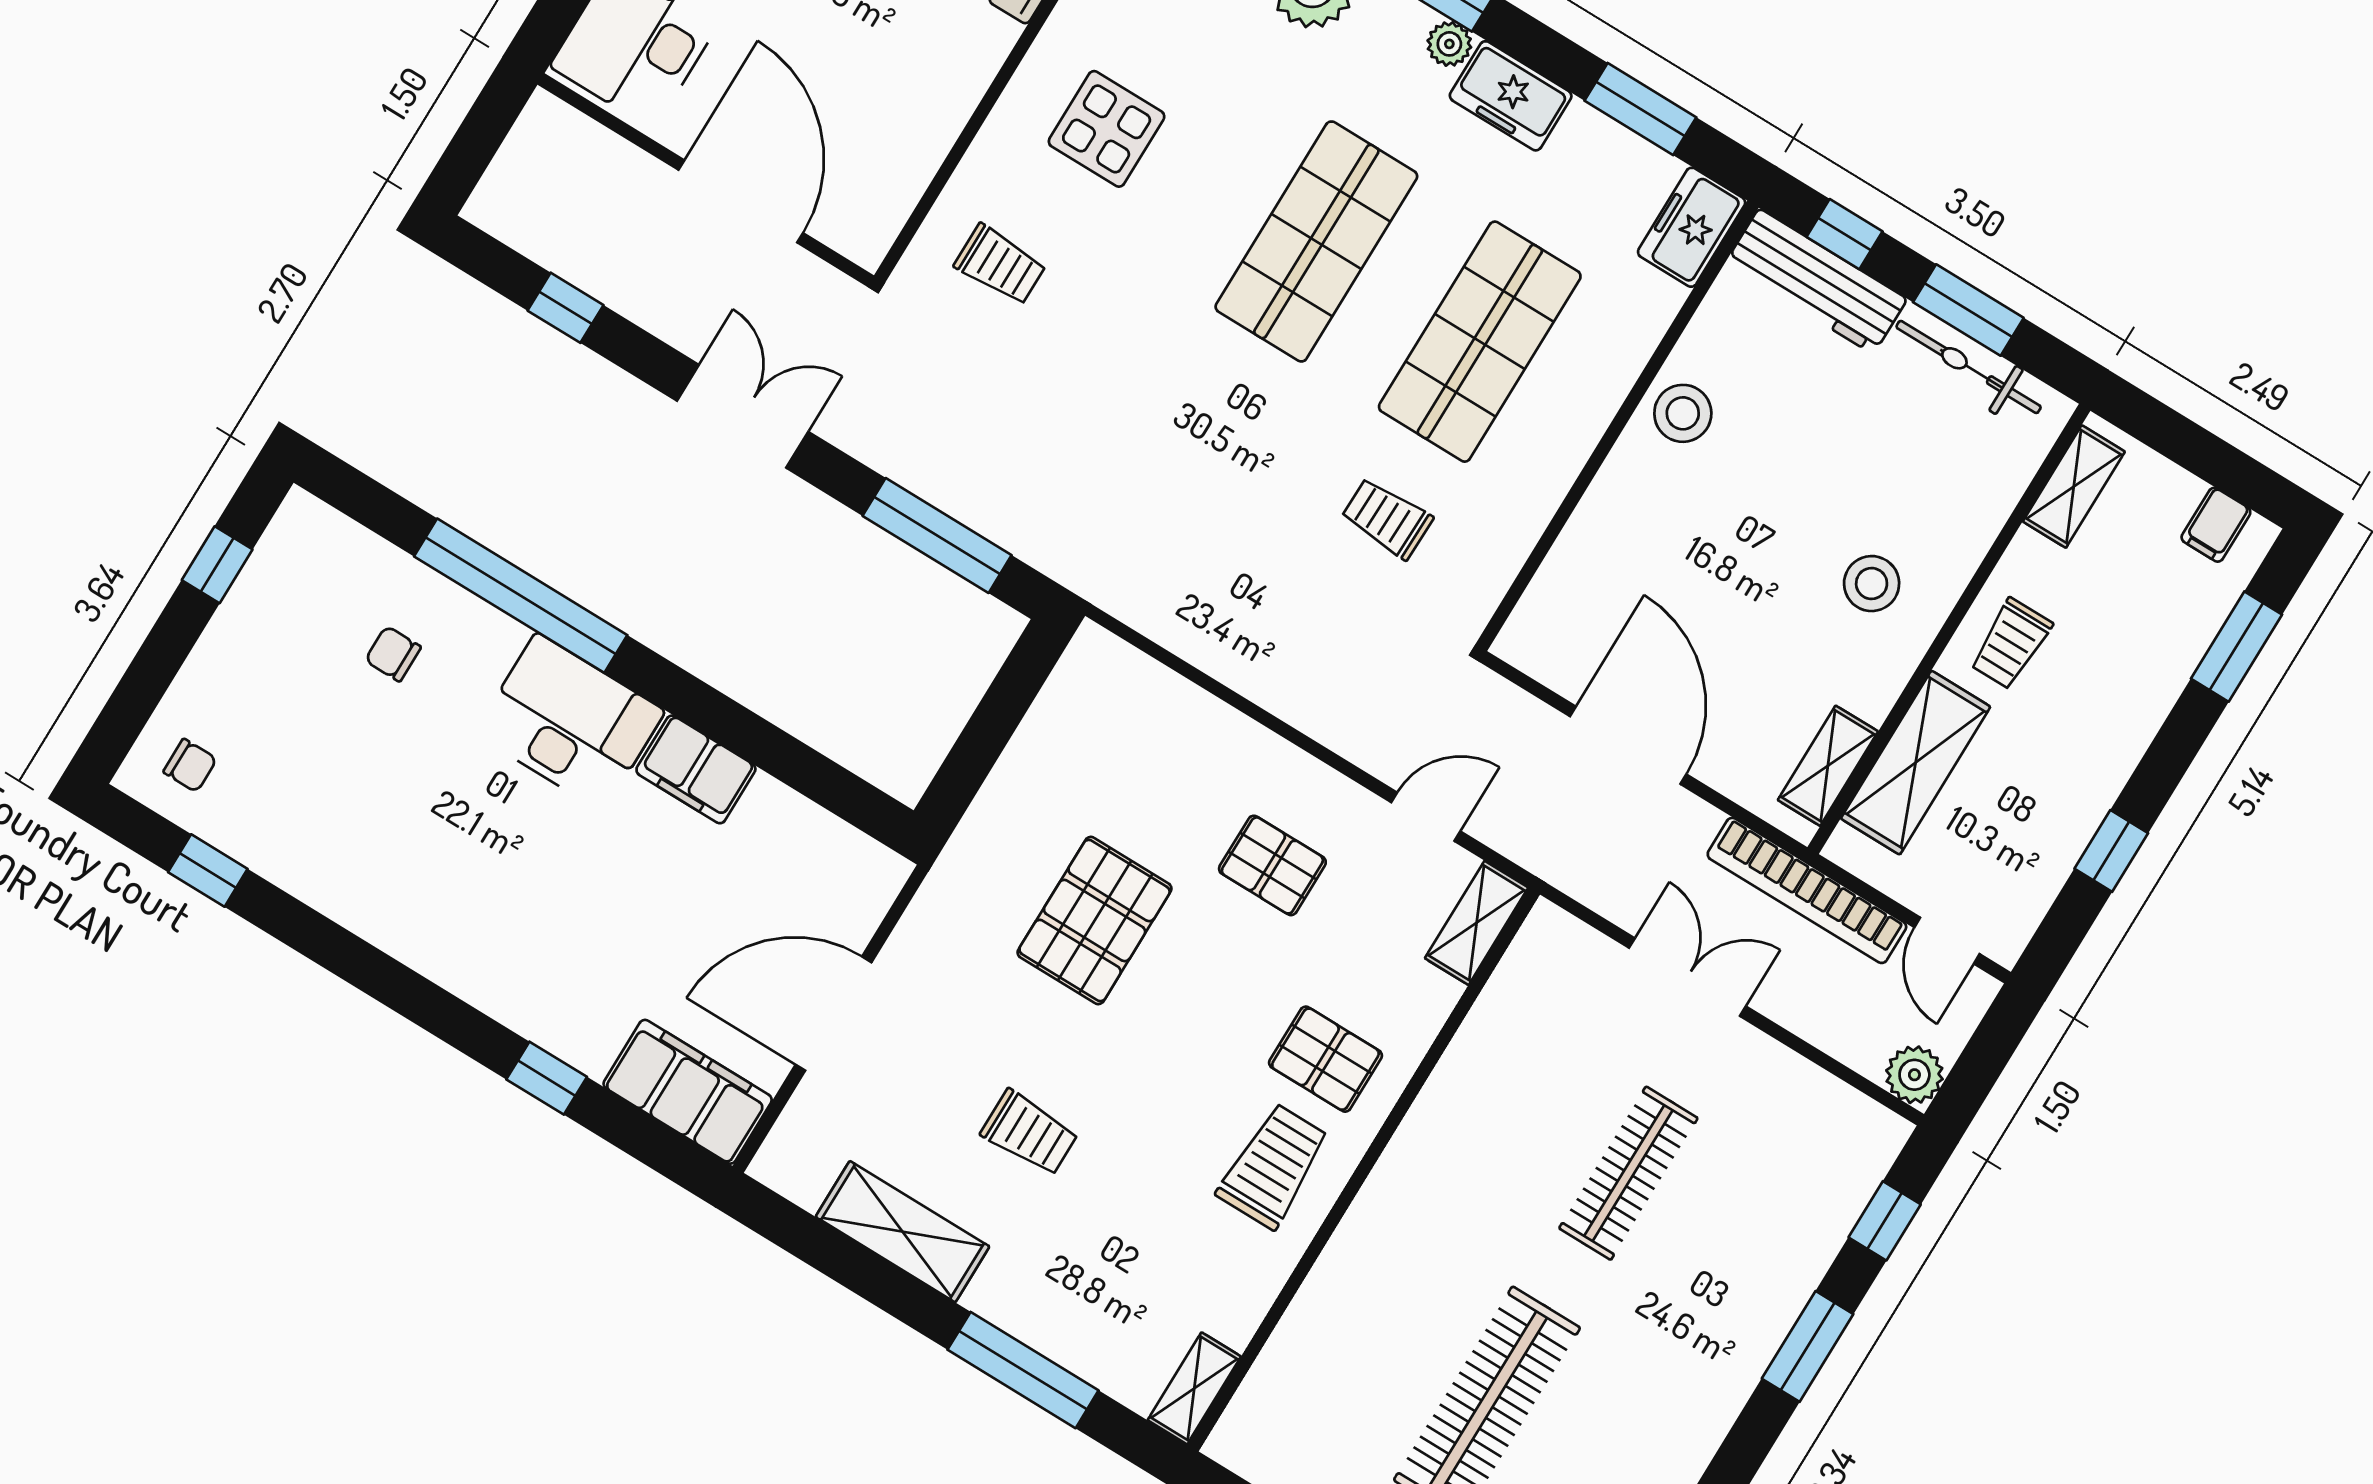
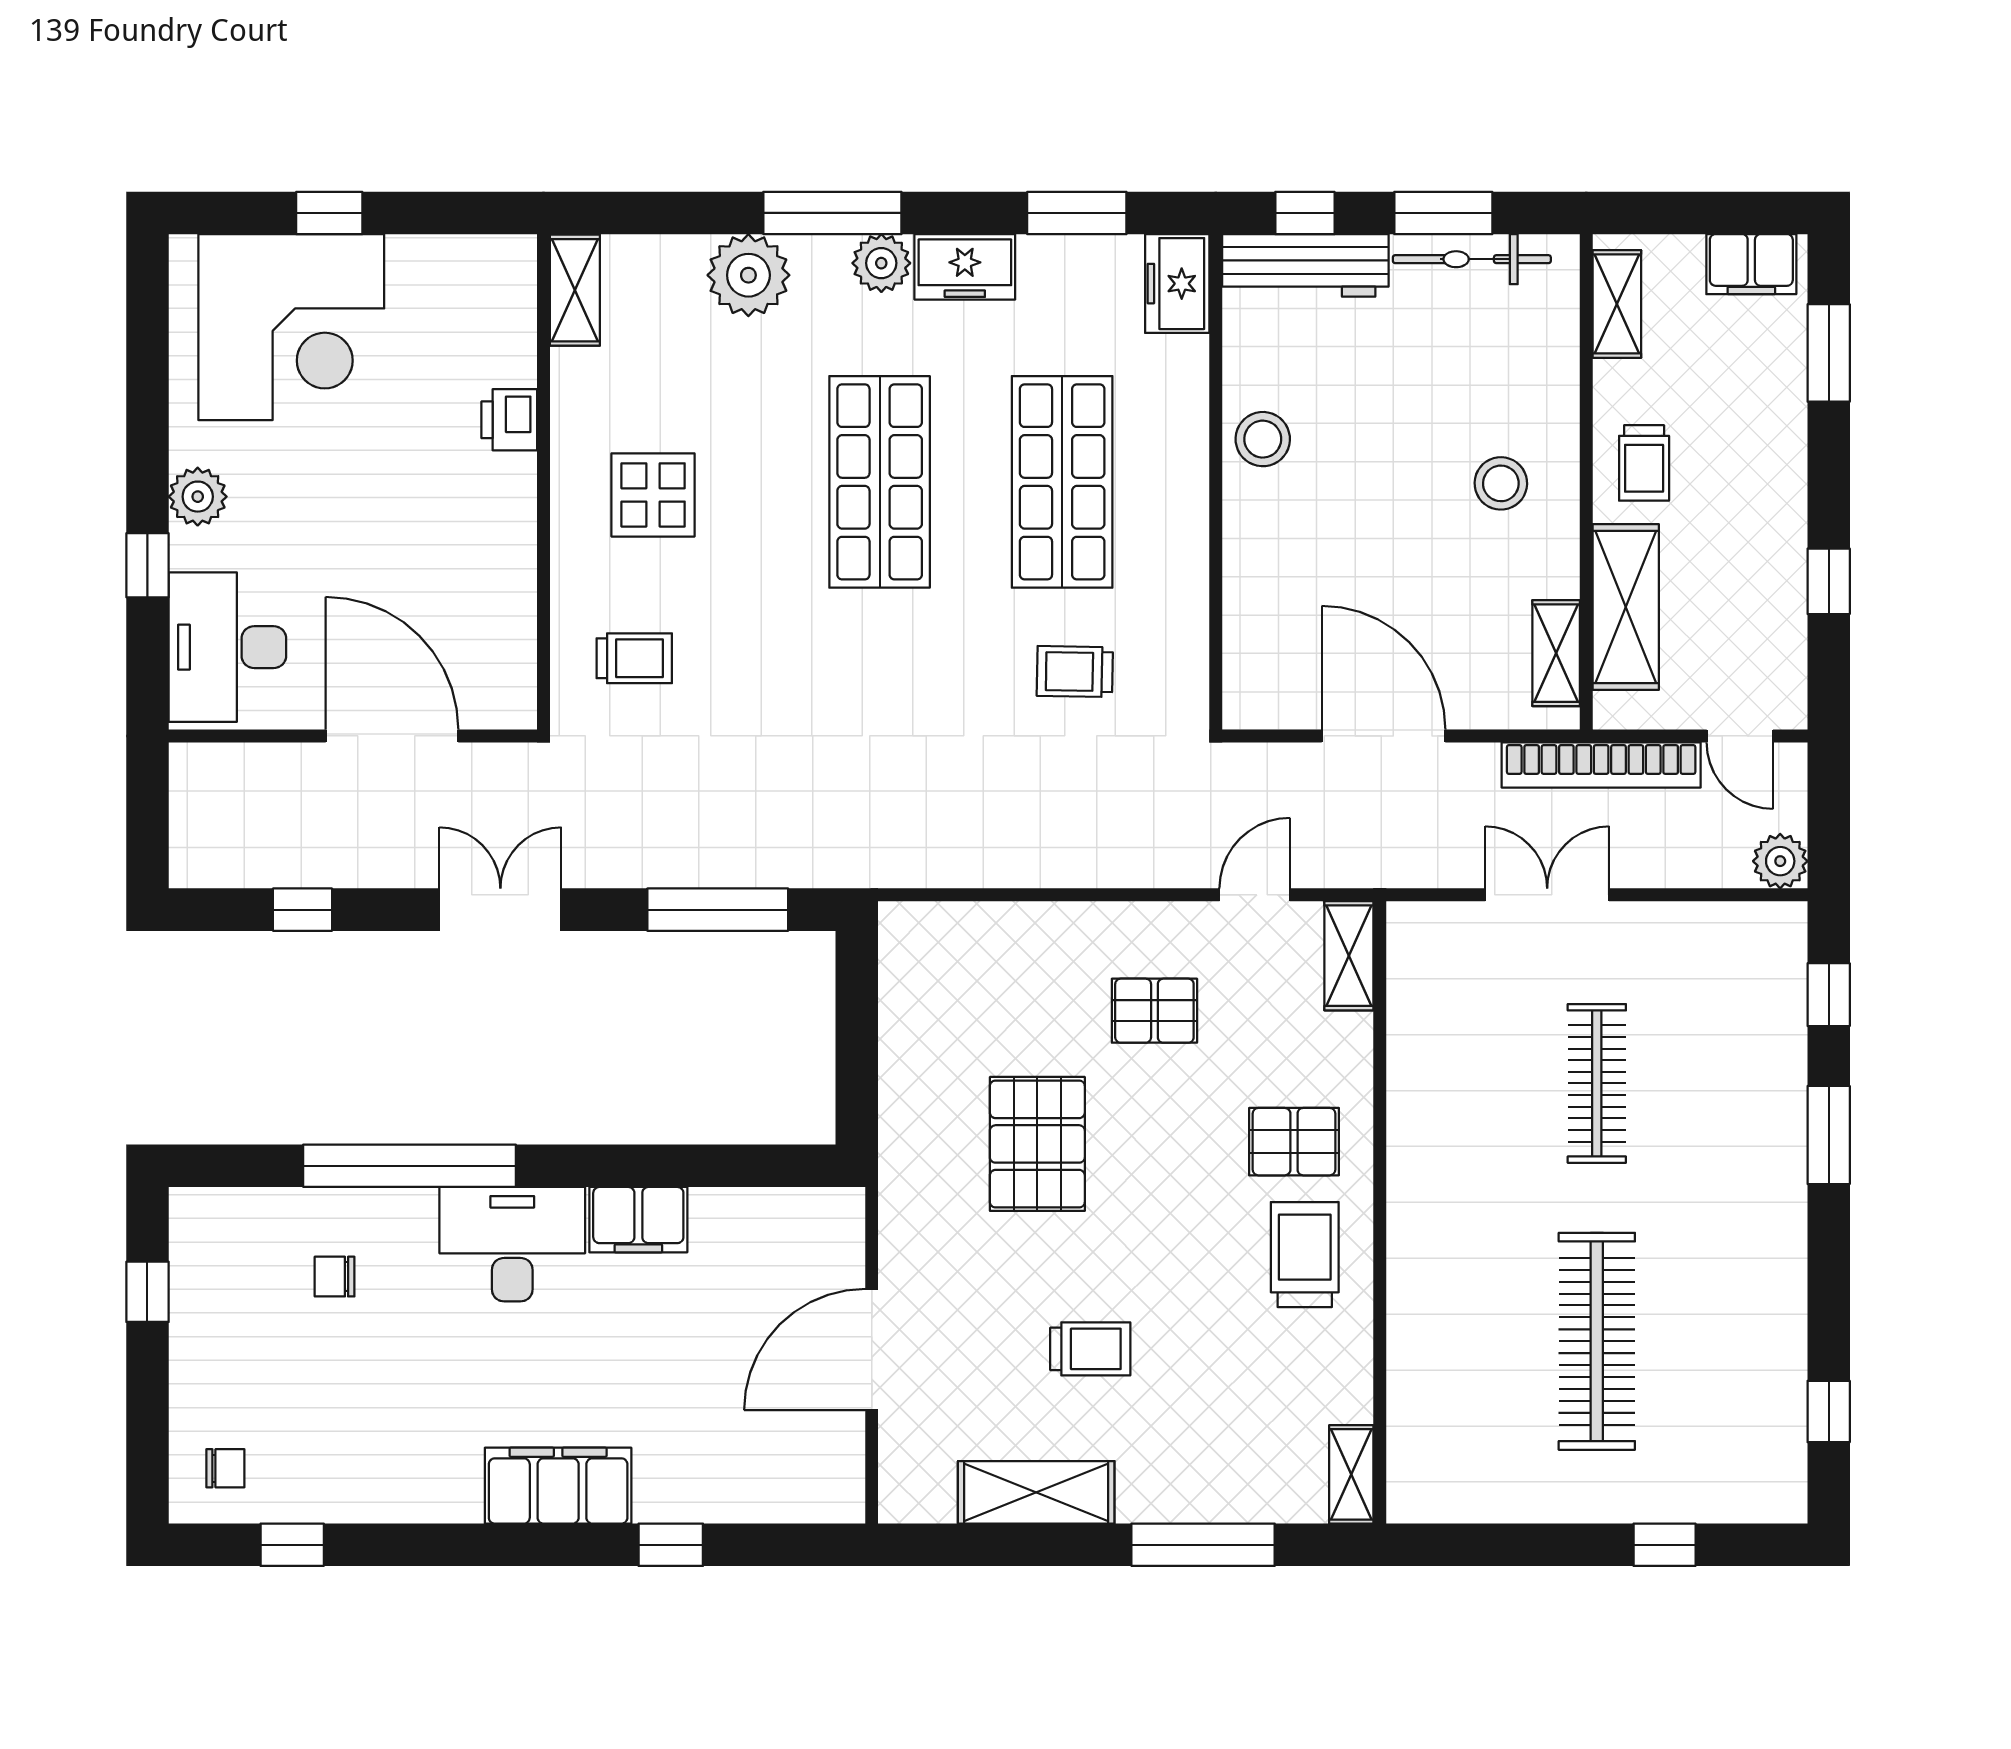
plant: (1449, 44) -> (881, 263), width x1.38, depth x1.38
filing cabinet: (2216, 525) -> (1751, 264), width x2.00
filing cabinet: (688, 1092) -> (558, 1486), moved

